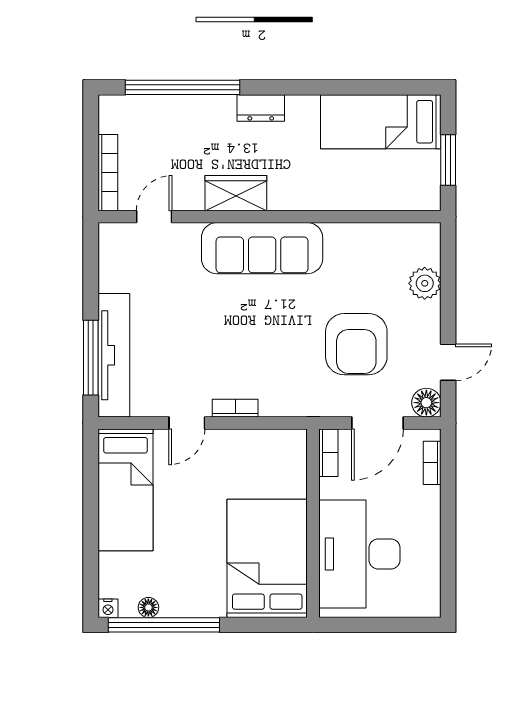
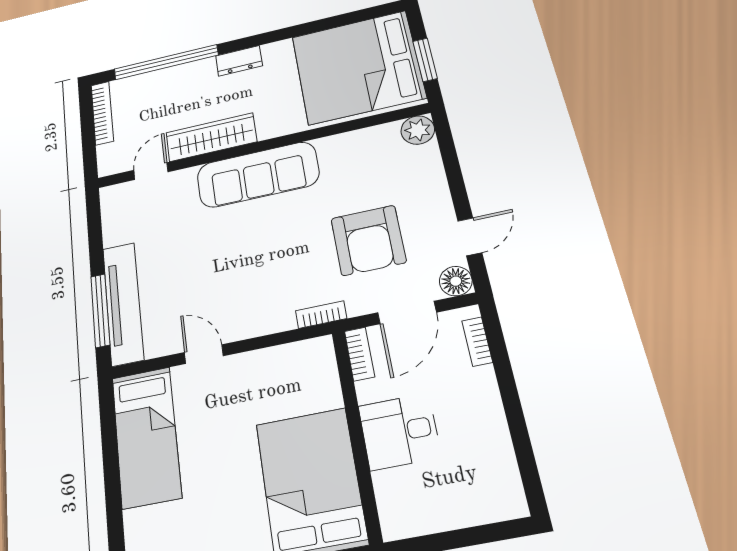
bed: (381, 122) -> (358, 67), width x2.04
bookcase: (108, 173) -> (102, 113), moved
wardrobe: (236, 193) -> (211, 137), width x1.50
plant: (425, 283) -> (418, 130), moved
bookcase: (235, 408) -> (321, 315), moved
door: (187, 423) -> (204, 354), swing flipped
desk: (359, 554) -> (400, 432), width x0.53, depth x0.77

